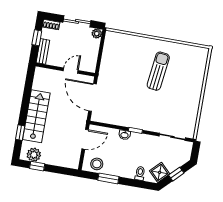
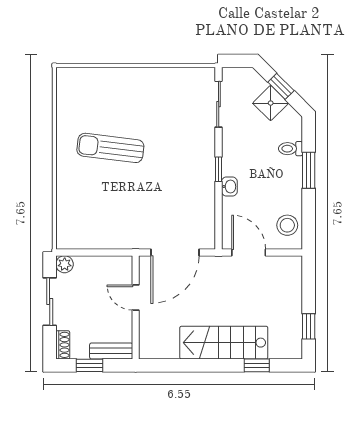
plant: (34, 155) -> (290, 336), removed
shower: (160, 172) -> (271, 103), moved
window: (108, 178) -> (309, 170), moved

